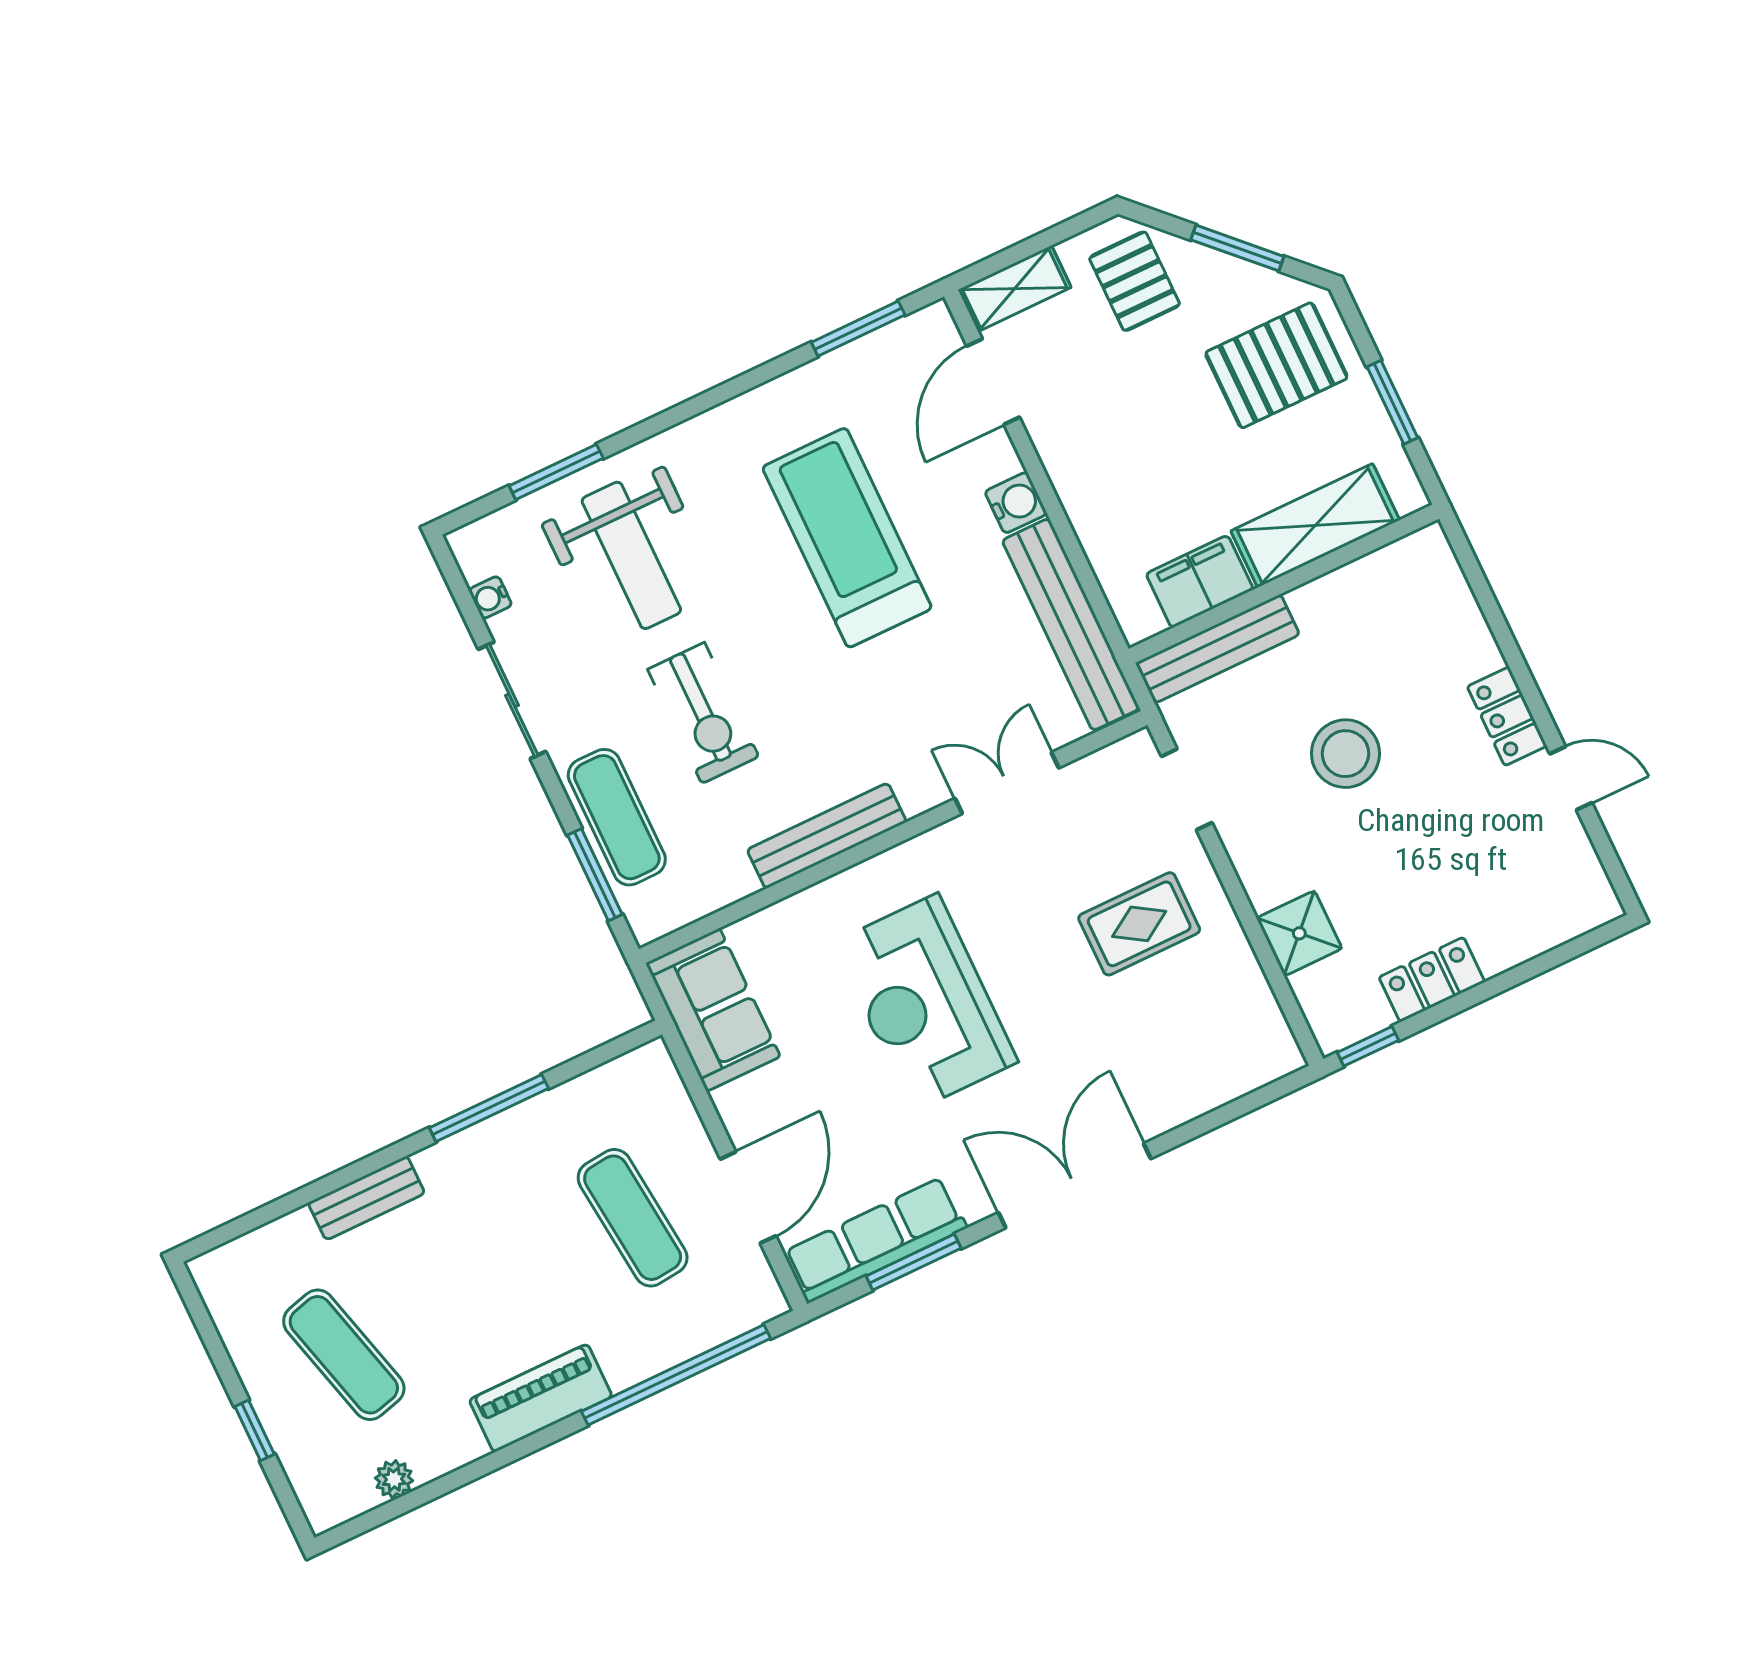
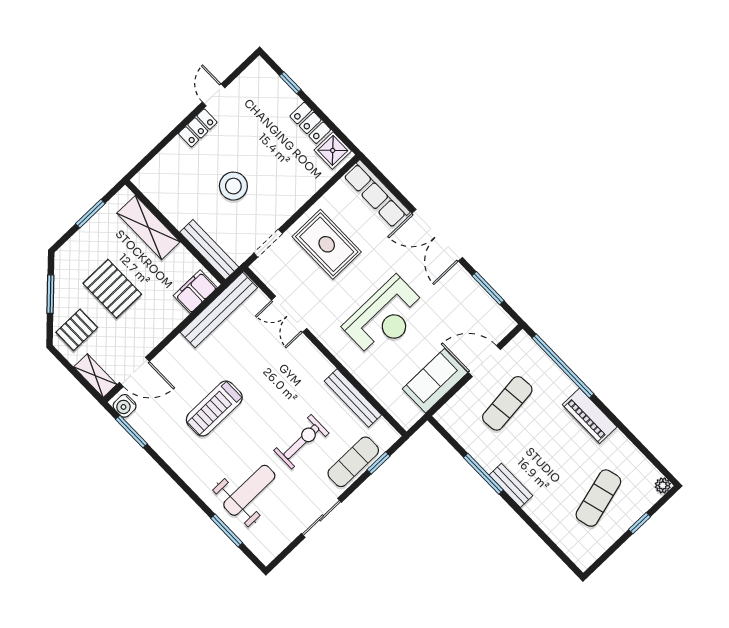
pallet: (1276, 365) -> (112, 289), moved
water cooler: (1016, 503) -> (125, 406), moved, turned -90
treadmill: (847, 538) -> (214, 409), width x0.73, depth x0.73
filing cabinet: (1200, 582) -> (195, 292), moved, turned 90
water cooler: (490, 597) -> (284, 540), removed
bench: (827, 836) -> (353, 398), moved
window: (595, 875) -> (379, 463), width x0.67
rug: (1139, 924) -> (327, 244), width x1.36, depth x1.43
shower: (1299, 933) -> (333, 150), moved
sofa: (713, 1010) -> (435, 381), moved
window: (1368, 1046) -> (290, 83), moved
bench: (366, 1198) -> (511, 485), moved
row of seats: (875, 1240) -> (377, 194), moved
plant: (394, 1479) -> (663, 485), moved

